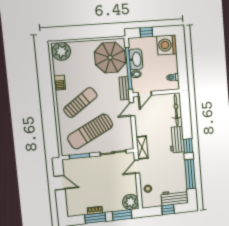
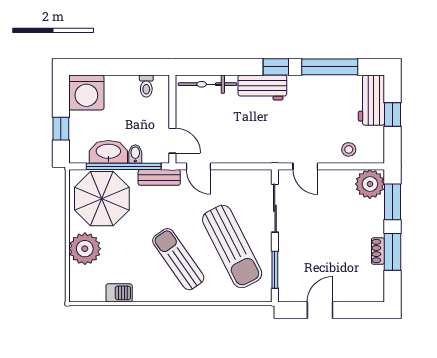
plant: (61, 51) -> (85, 249), moved
barbecue: (60, 83) -> (119, 293), moved
shelving: (142, 148) -> (271, 154), removed

